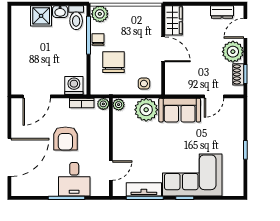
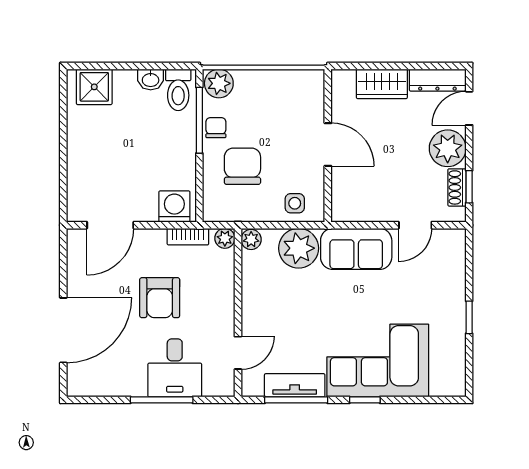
dresser: (222, 12) -> (437, 80), width x1.44
shower: (41, 16) -> (94, 87), moved
wardrobe: (174, 20) -> (382, 84), moved, turned 90

